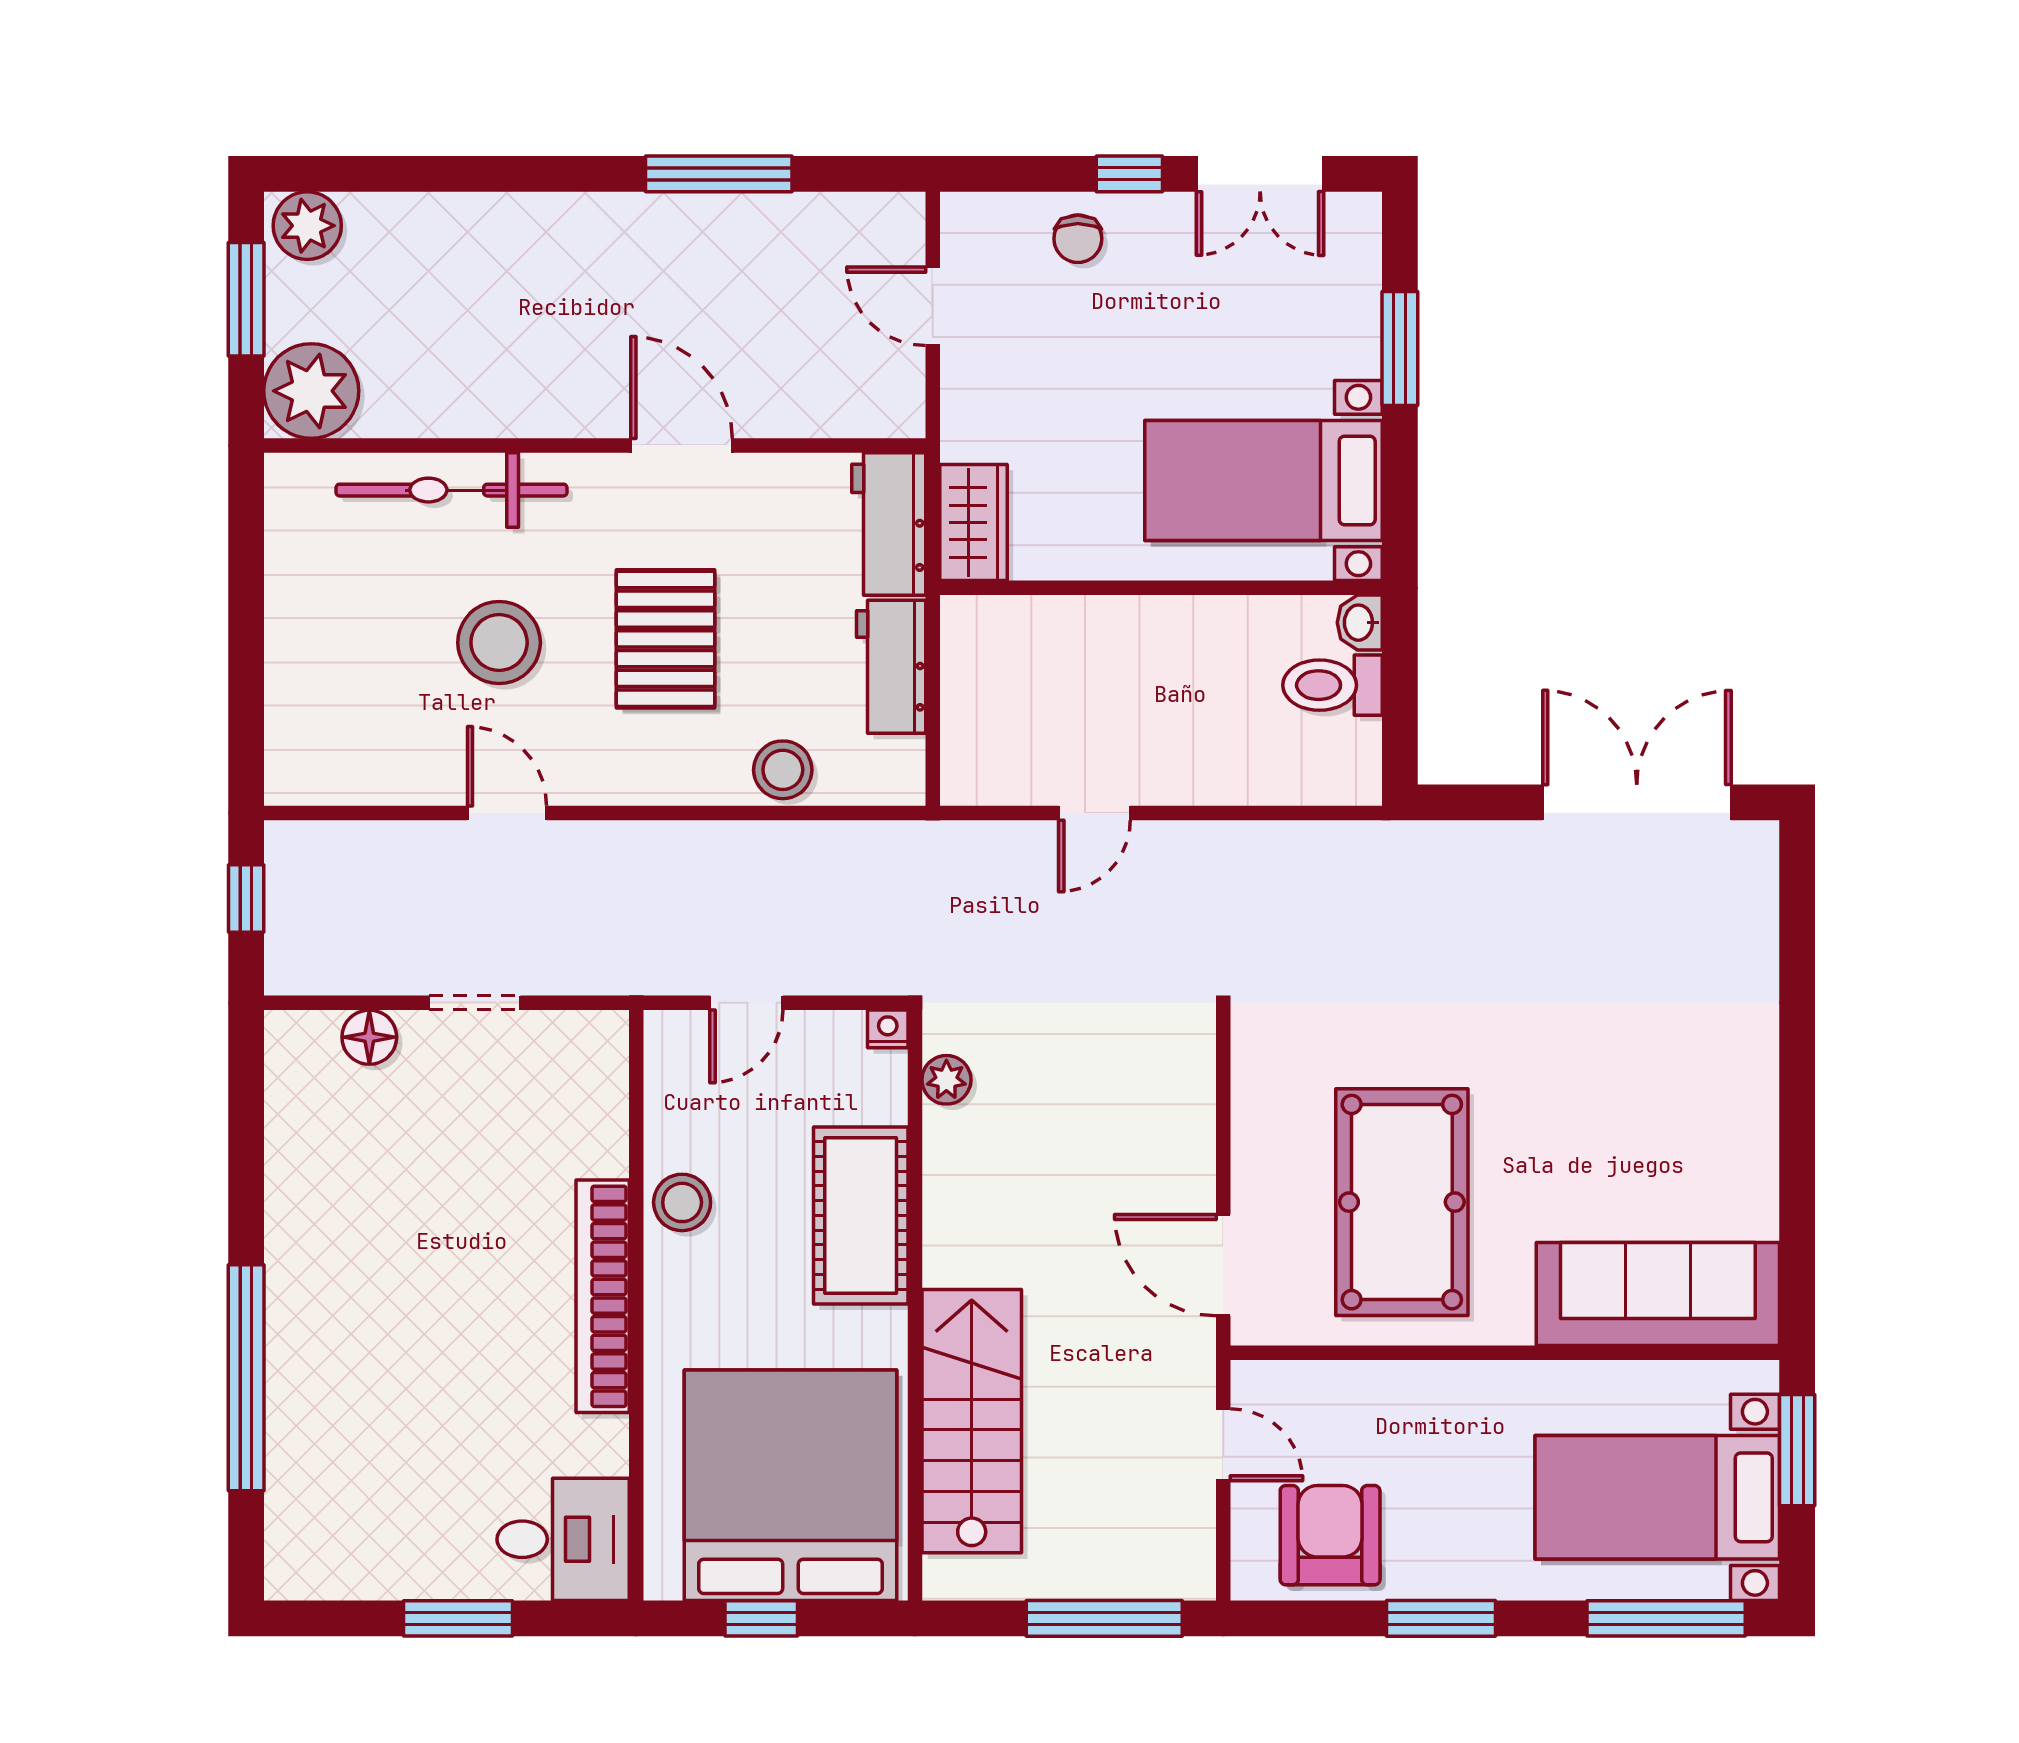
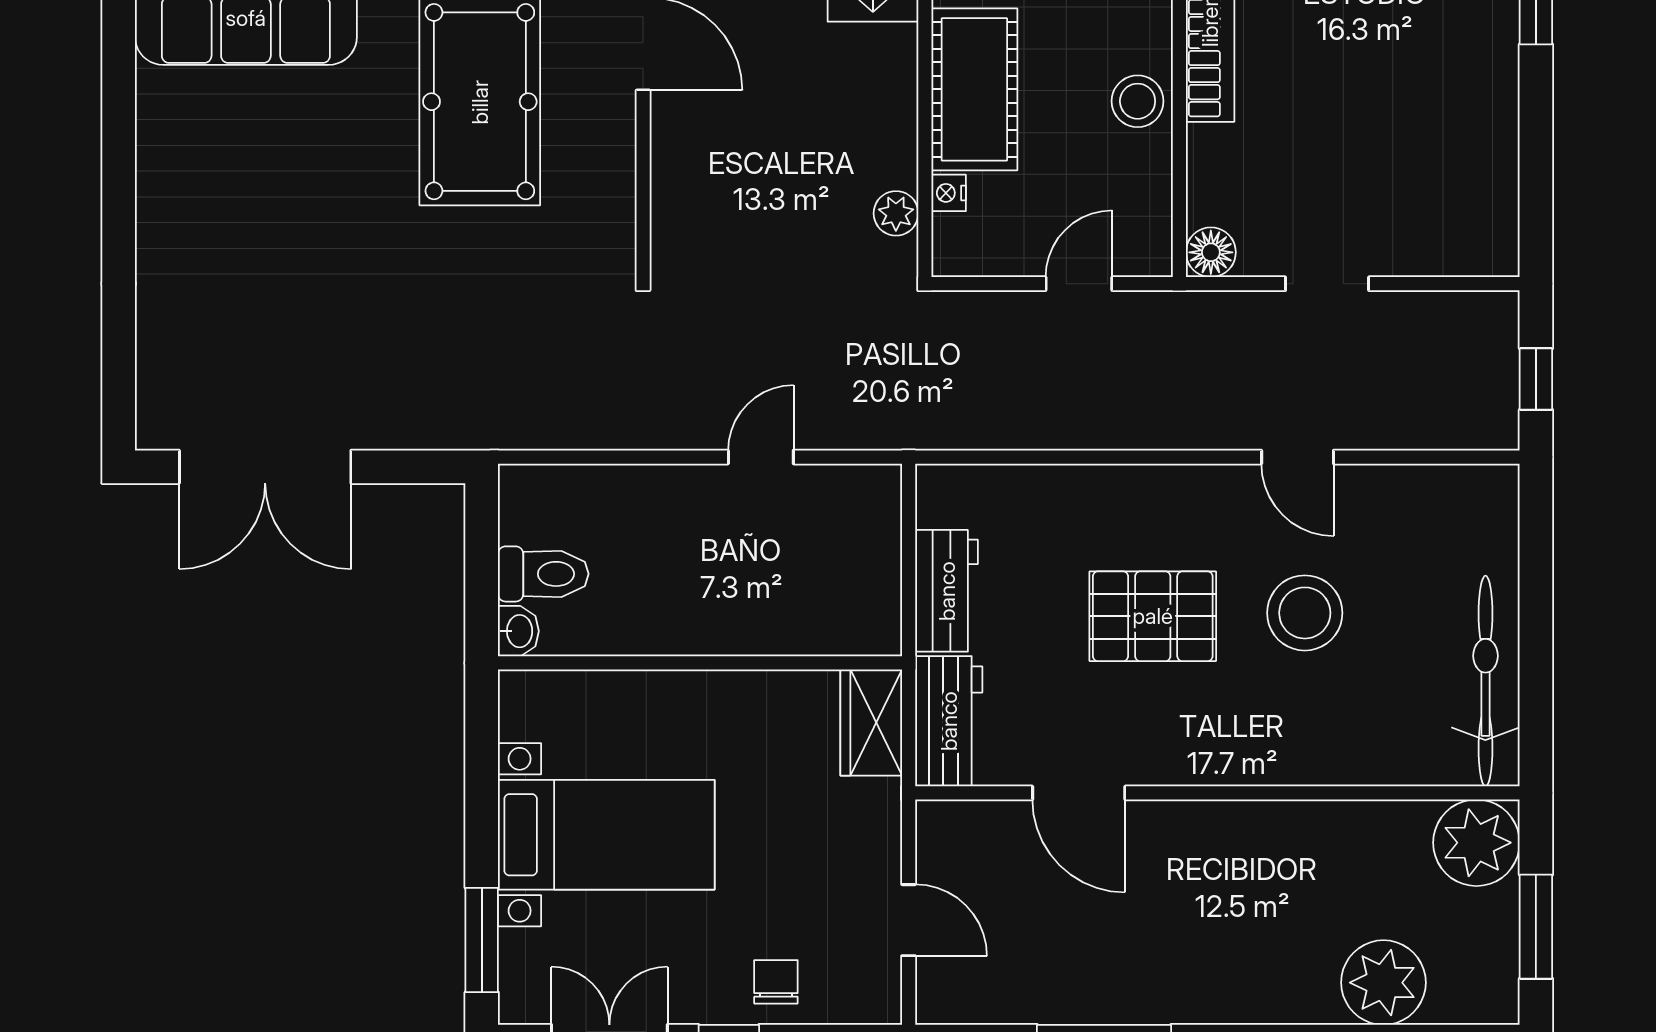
plant: (307, 226) -> (1383, 983), moved, width x1.36, depth x1.36
window: (1400, 348) -> (482, 940), moved
door: (682, 445) -> (1079, 793), moved
bed with nightstands: (1264, 480) -> (606, 835), moved
bicycle: (451, 490) -> (1485, 681), moved, turned -90
pallet: (665, 639) -> (1153, 616), turned 90
stool: (783, 770) -> (1046, 497), removed
nightstand: (888, 1029) -> (949, 193), moved, turned 90
floor lamp: (369, 1037) -> (1211, 252), moved

